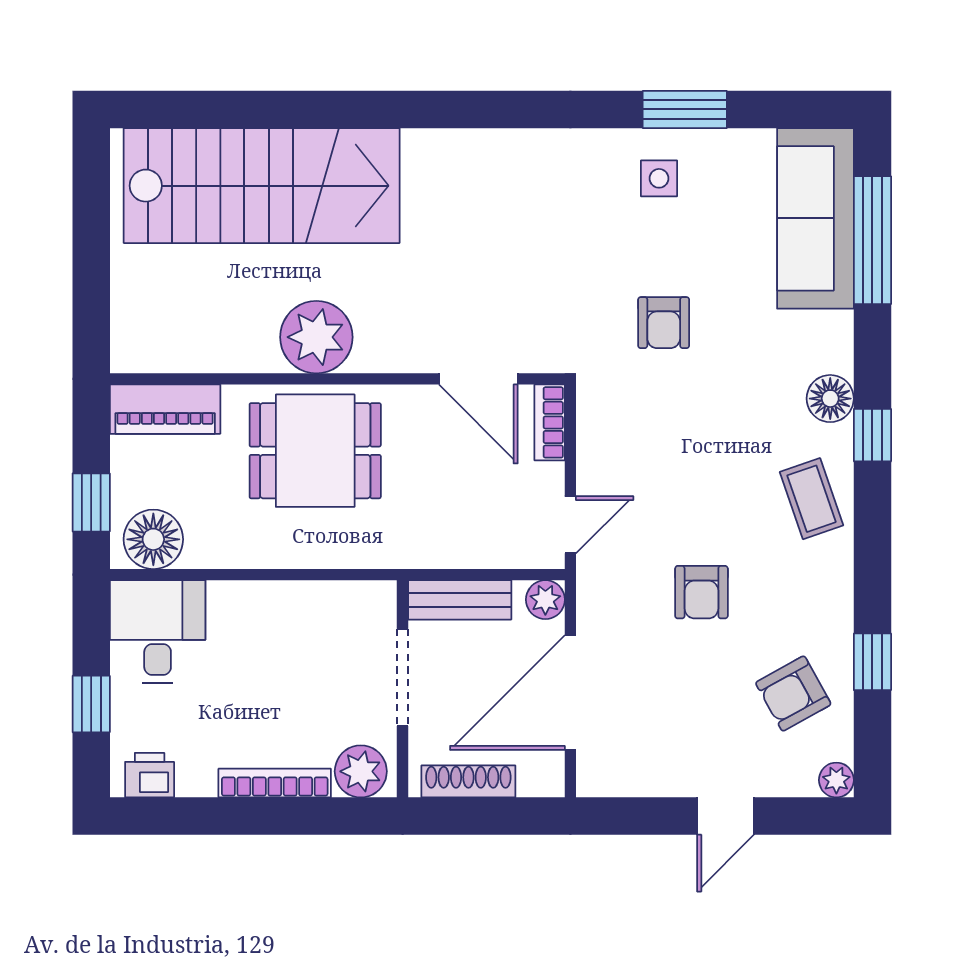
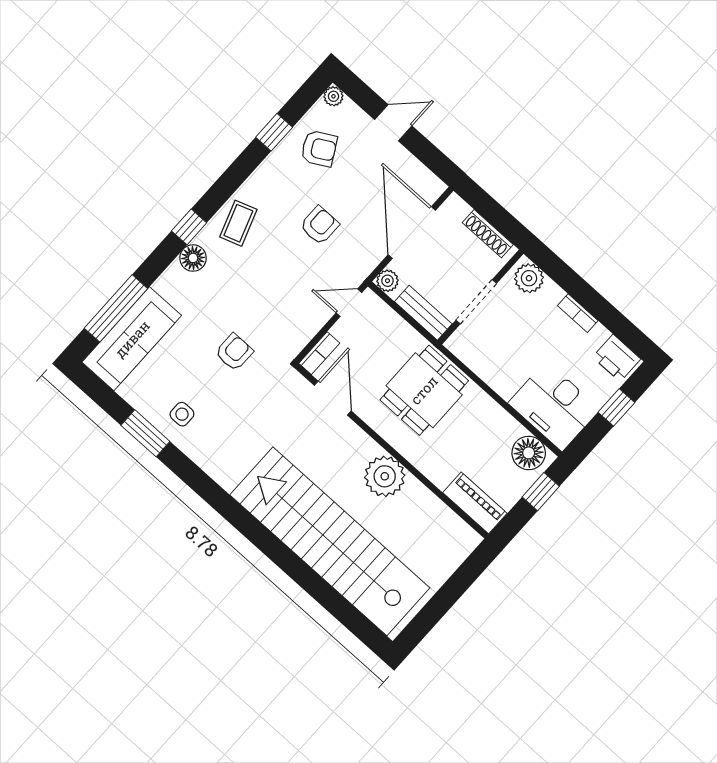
stairs: (262, 186) -> (330, 541), width x1.36
dining table: (315, 451) -> (424, 390), moved, turned 90
desk: (158, 632) -> (554, 406), width x1.37
door: (570, 693) -> (412, 233), swing flipped
printer: (150, 775) -> (617, 358), width x1.36, depth x1.24
bookcase: (275, 783) -> (578, 313), width x0.64

